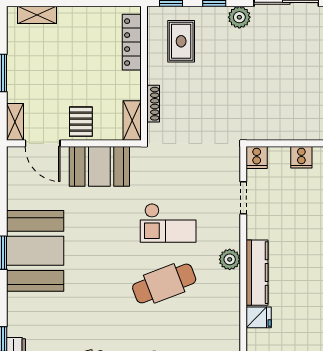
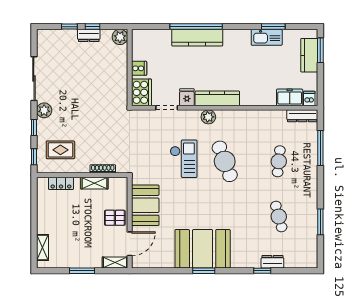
locker: (132, 42) -> (61, 183), width x0.66
shelving: (132, 121) -> (94, 183), moved
cooker: (257, 157) -> (142, 92), width x1.87, depth x1.31
fridge: (259, 317) -> (187, 97), moved

